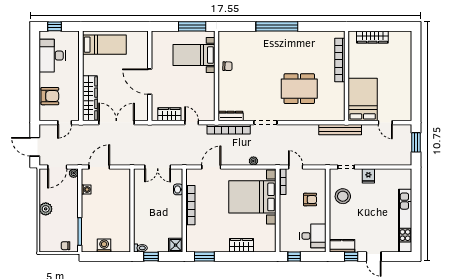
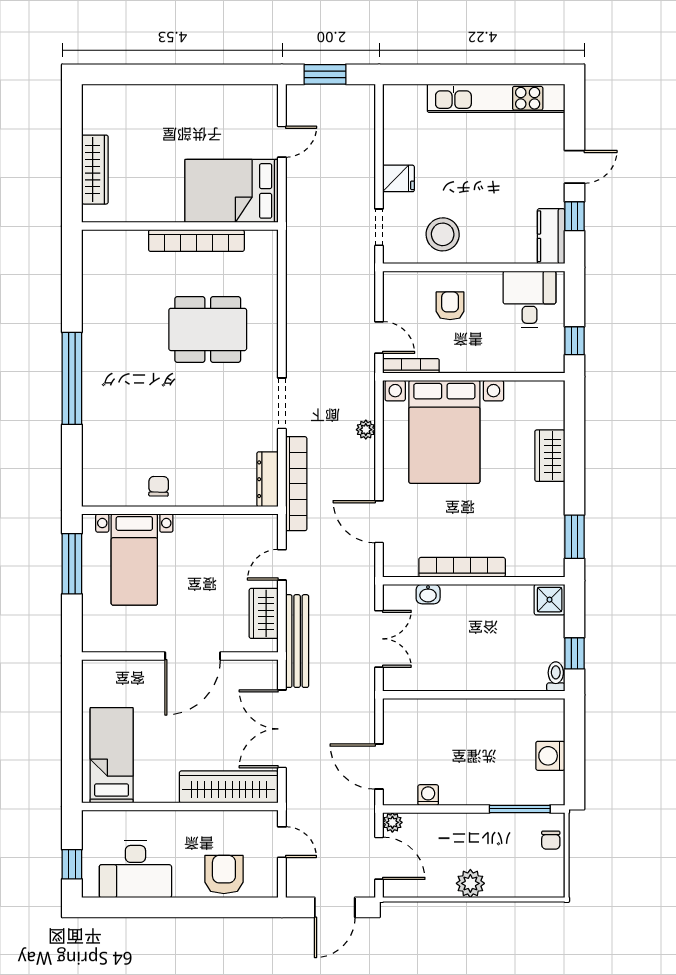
bookcase: (340, 60) -> (196, 241), moved
dining table: (299, 89) -> (208, 329), turned 90
bench: (340, 130) -> (297, 641), moved
door: (296, 167) -> (379, 338), swing flipped

